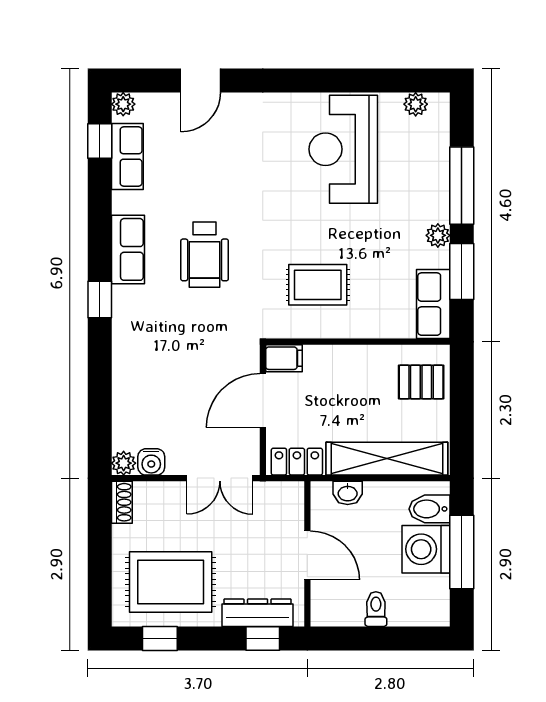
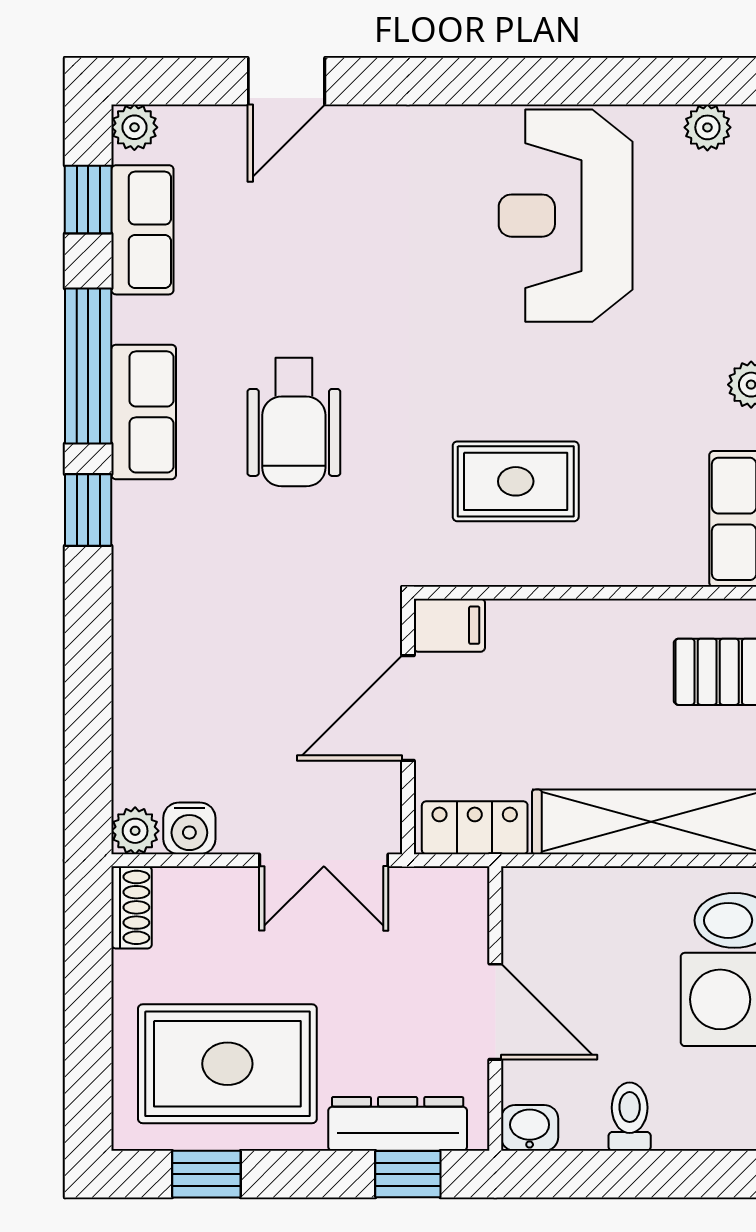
window: (100, 226) -> (88, 366), added
washbasin: (348, 493) -> (530, 1128), moved, turned 180

